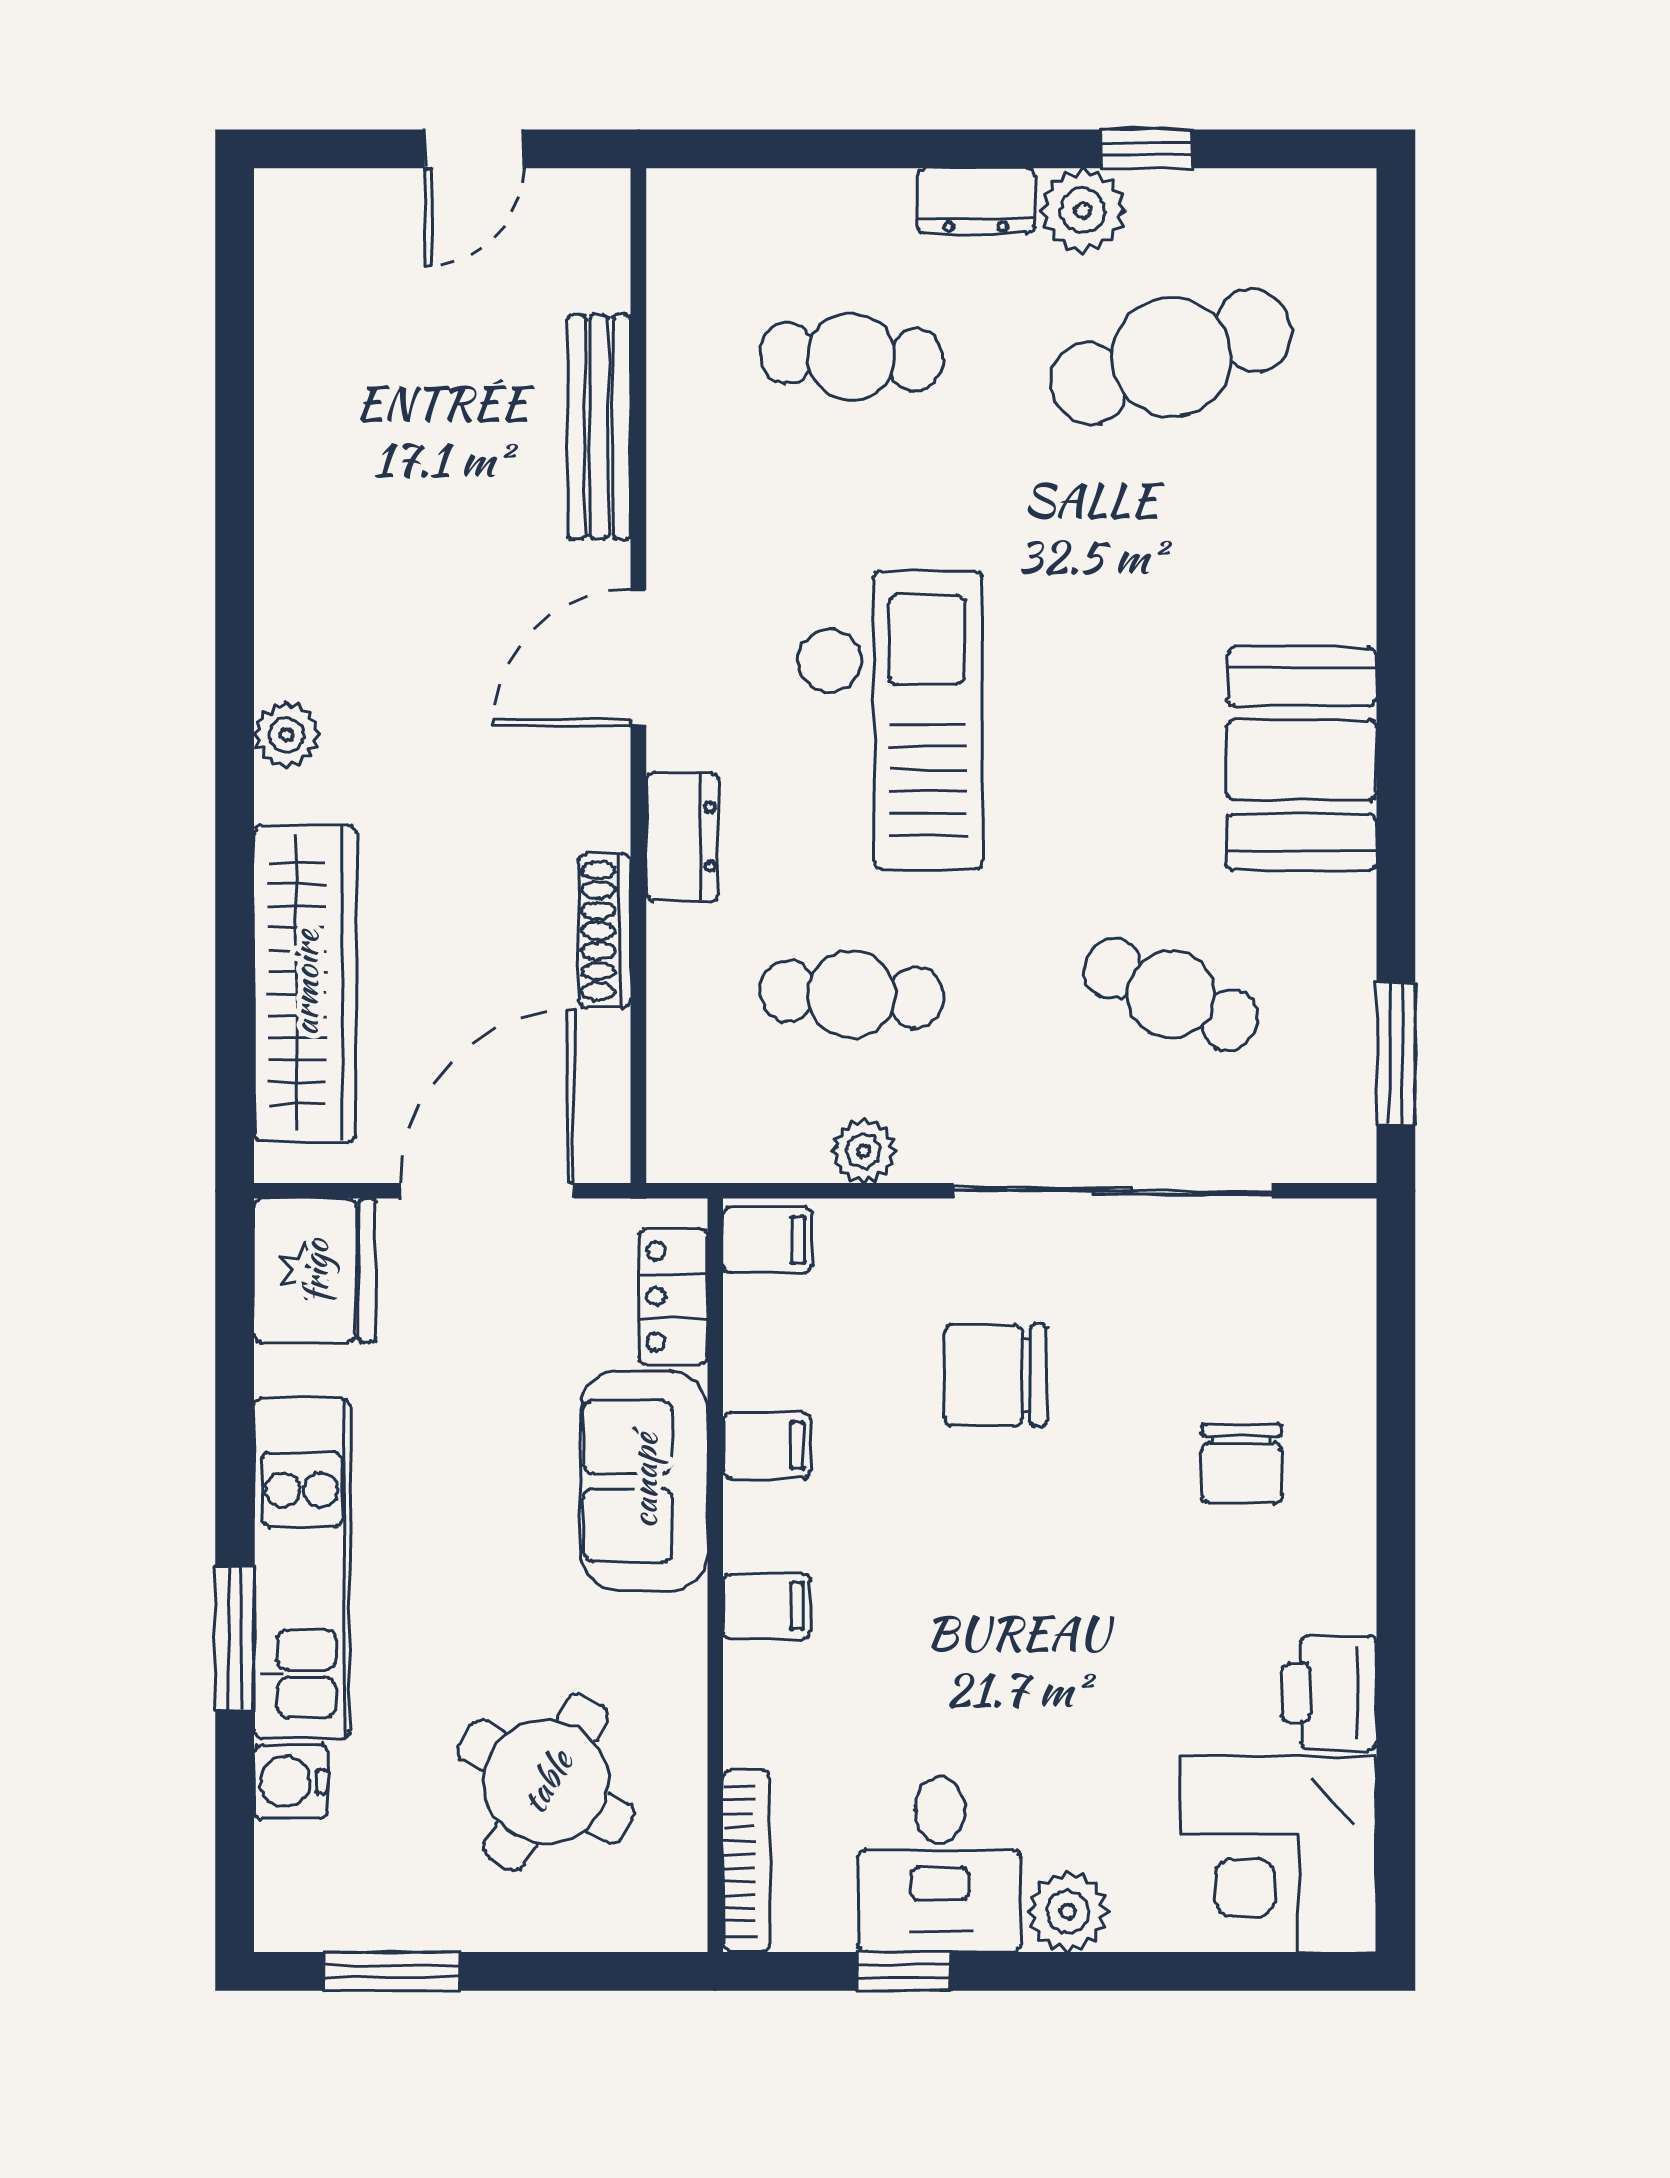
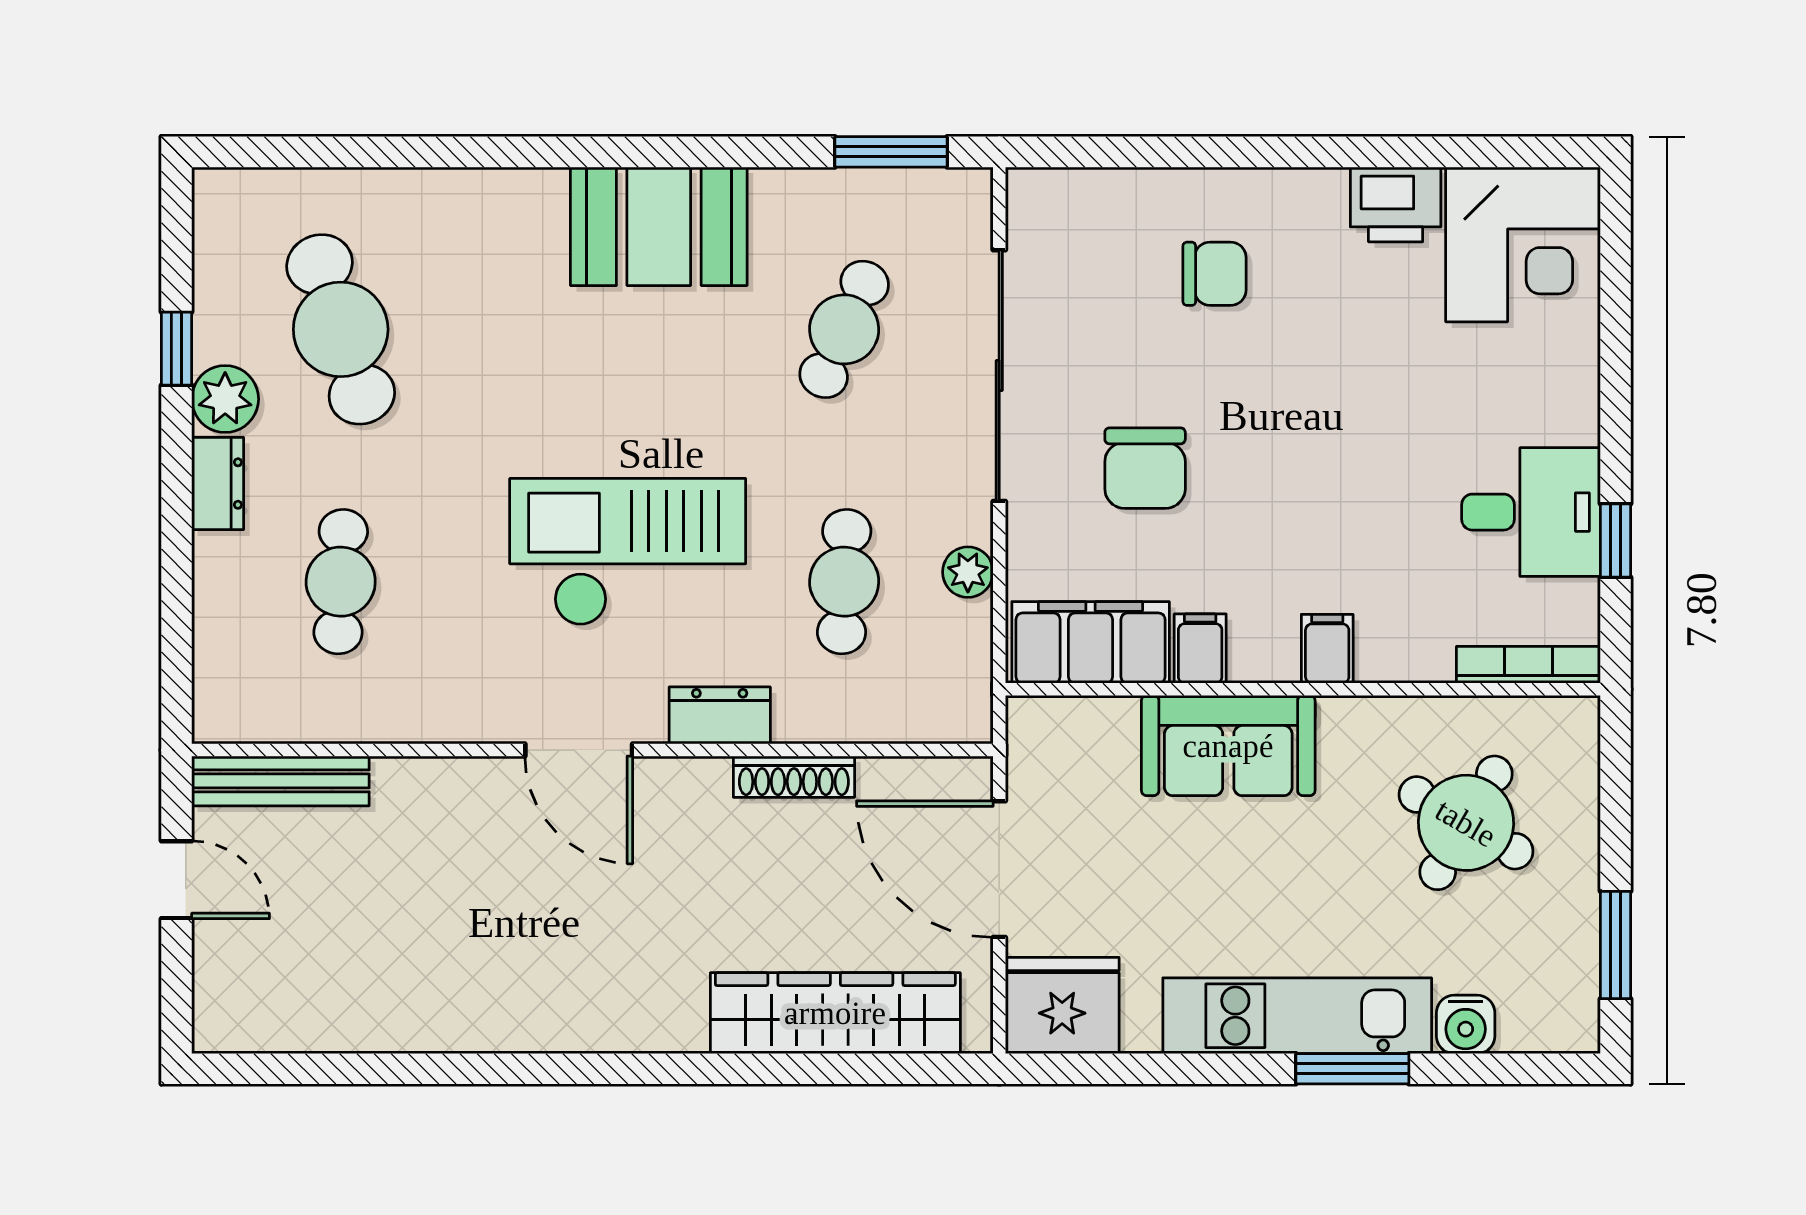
bench: (599, 427) -> (280, 781), moved
plant: (286, 735) -> (639, 1028), removed
filing cabinet: (767, 1240) -> (1091, 642), width x3.00, depth x1.17
locker: (673, 1297) -> (1083, 723), removed
plant: (1068, 1912) -> (1568, 411), removed

